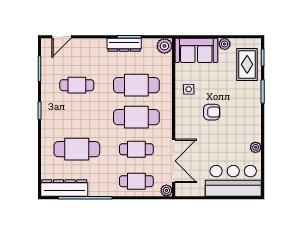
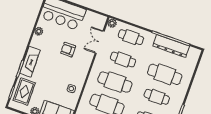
fireplace: (253, 105) -> (30, 62), added
armchair: (212, 112) -> (68, 50), moved
cafe table: (77, 117) -> (157, 97), added
double door: (174, 161) -> (100, 42), width x0.73
dresser: (64, 188) -> (171, 46), moved

